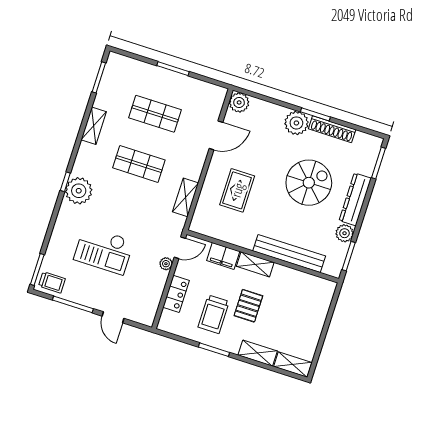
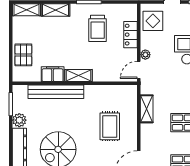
filing cabinet: (223, 256) -> (53, 74), moved
display table: (144, 302) -> (153, 21), added
pallet: (248, 306) -> (23, 55), moved
trolley: (214, 314) -> (98, 28), turned 180

